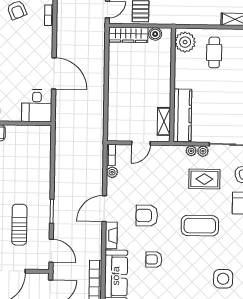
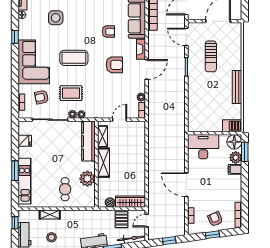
plant: (185, 42) -> (87, 179), moved
door: (54, 73) -> (186, 185), moved
shelving: (163, 87) -> (103, 163), added
desk: (37, 106) -> (203, 147), width x1.37

